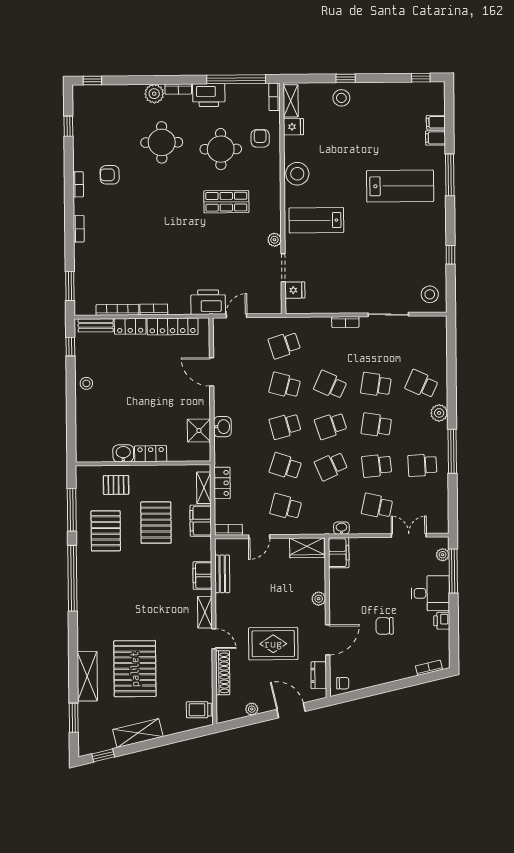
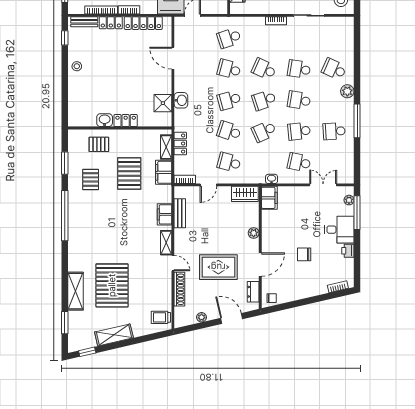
window: (72, 510) -> (65, 163), width x0.69
pallet: (106, 531) -> (91, 179), width x0.67, depth x0.71

